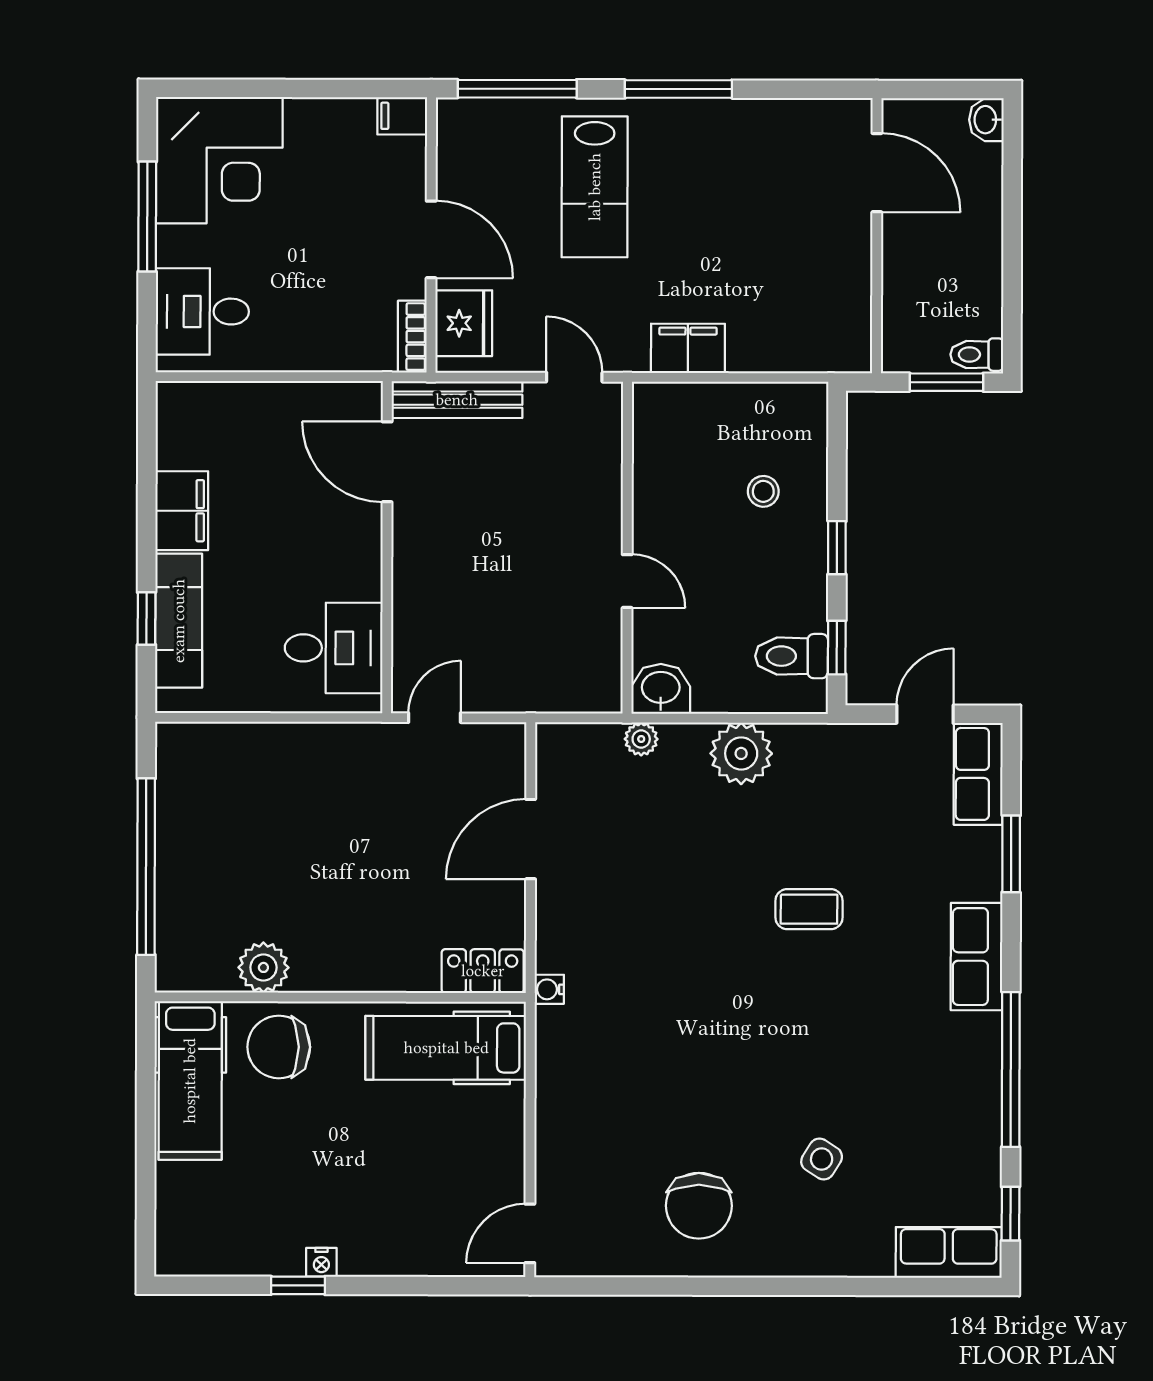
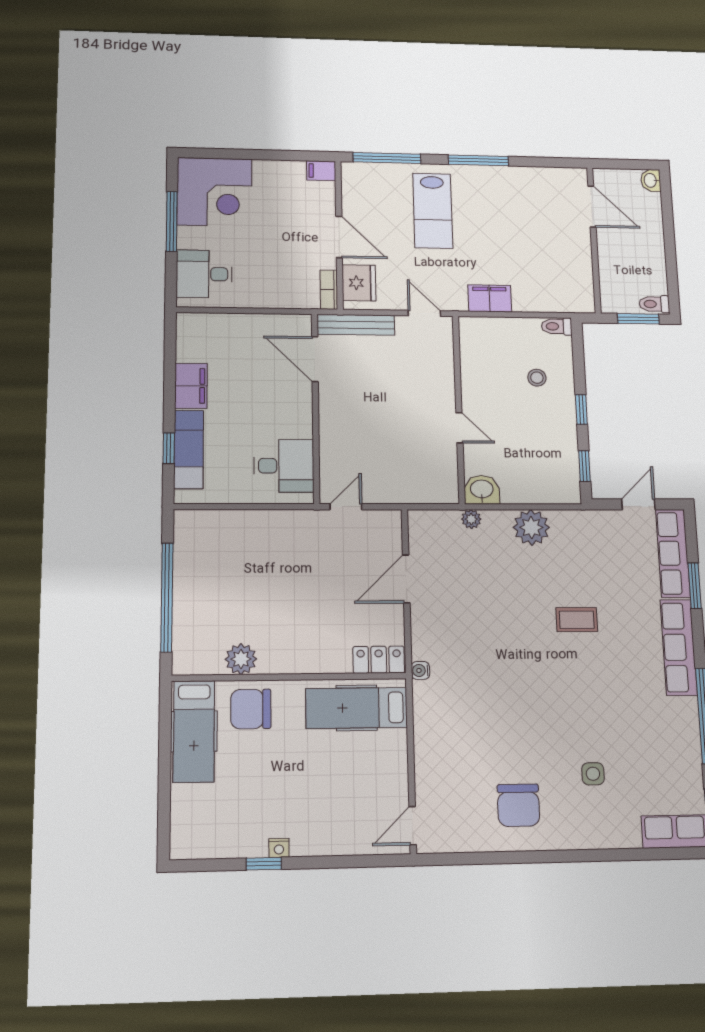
toilet: (792, 656) -> (557, 326), moved, width x0.73, depth x0.72
row of seats: (978, 774) -> (673, 553), width x1.48
row of seats: (977, 957) -> (679, 647), width x1.48
side table: (822, 1159) -> (593, 774), turned -32

